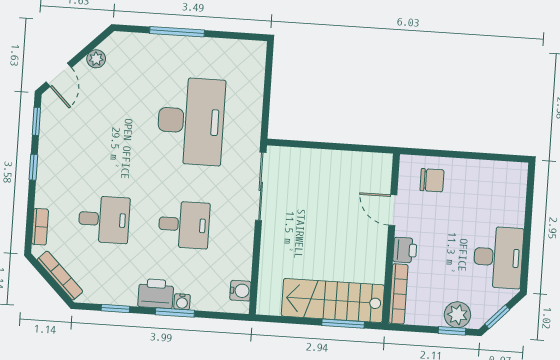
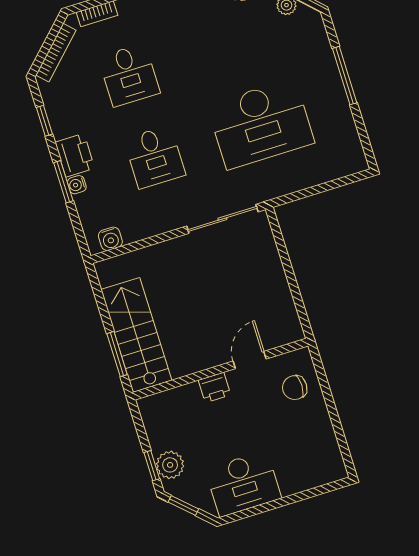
chair: (432, 180) -> (295, 388), turned 90
bookcase: (398, 294) -> (168, 398), removed

